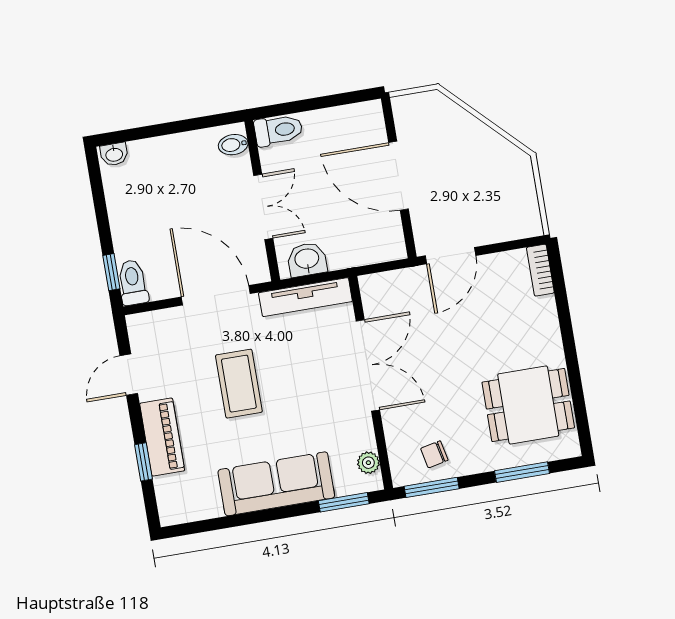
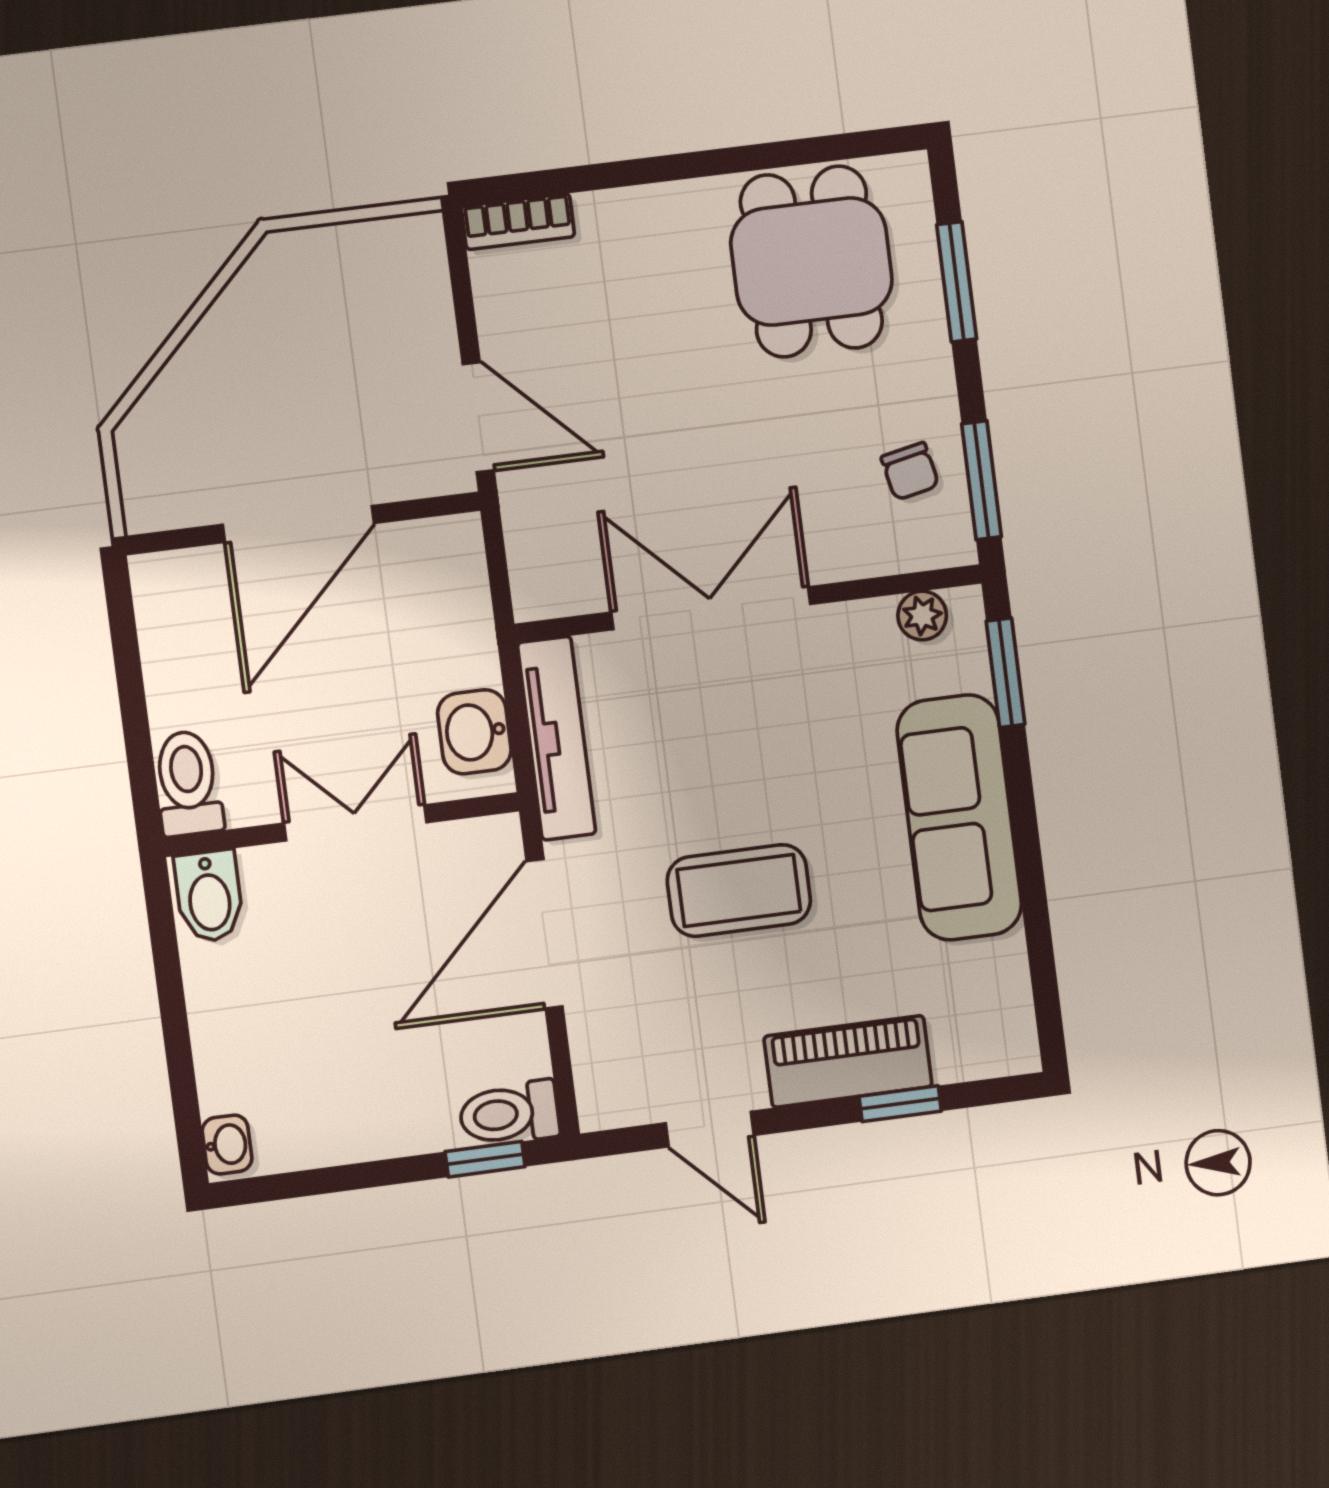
bidet: (233, 145) -> (209, 896), width x1.38, depth x1.36

